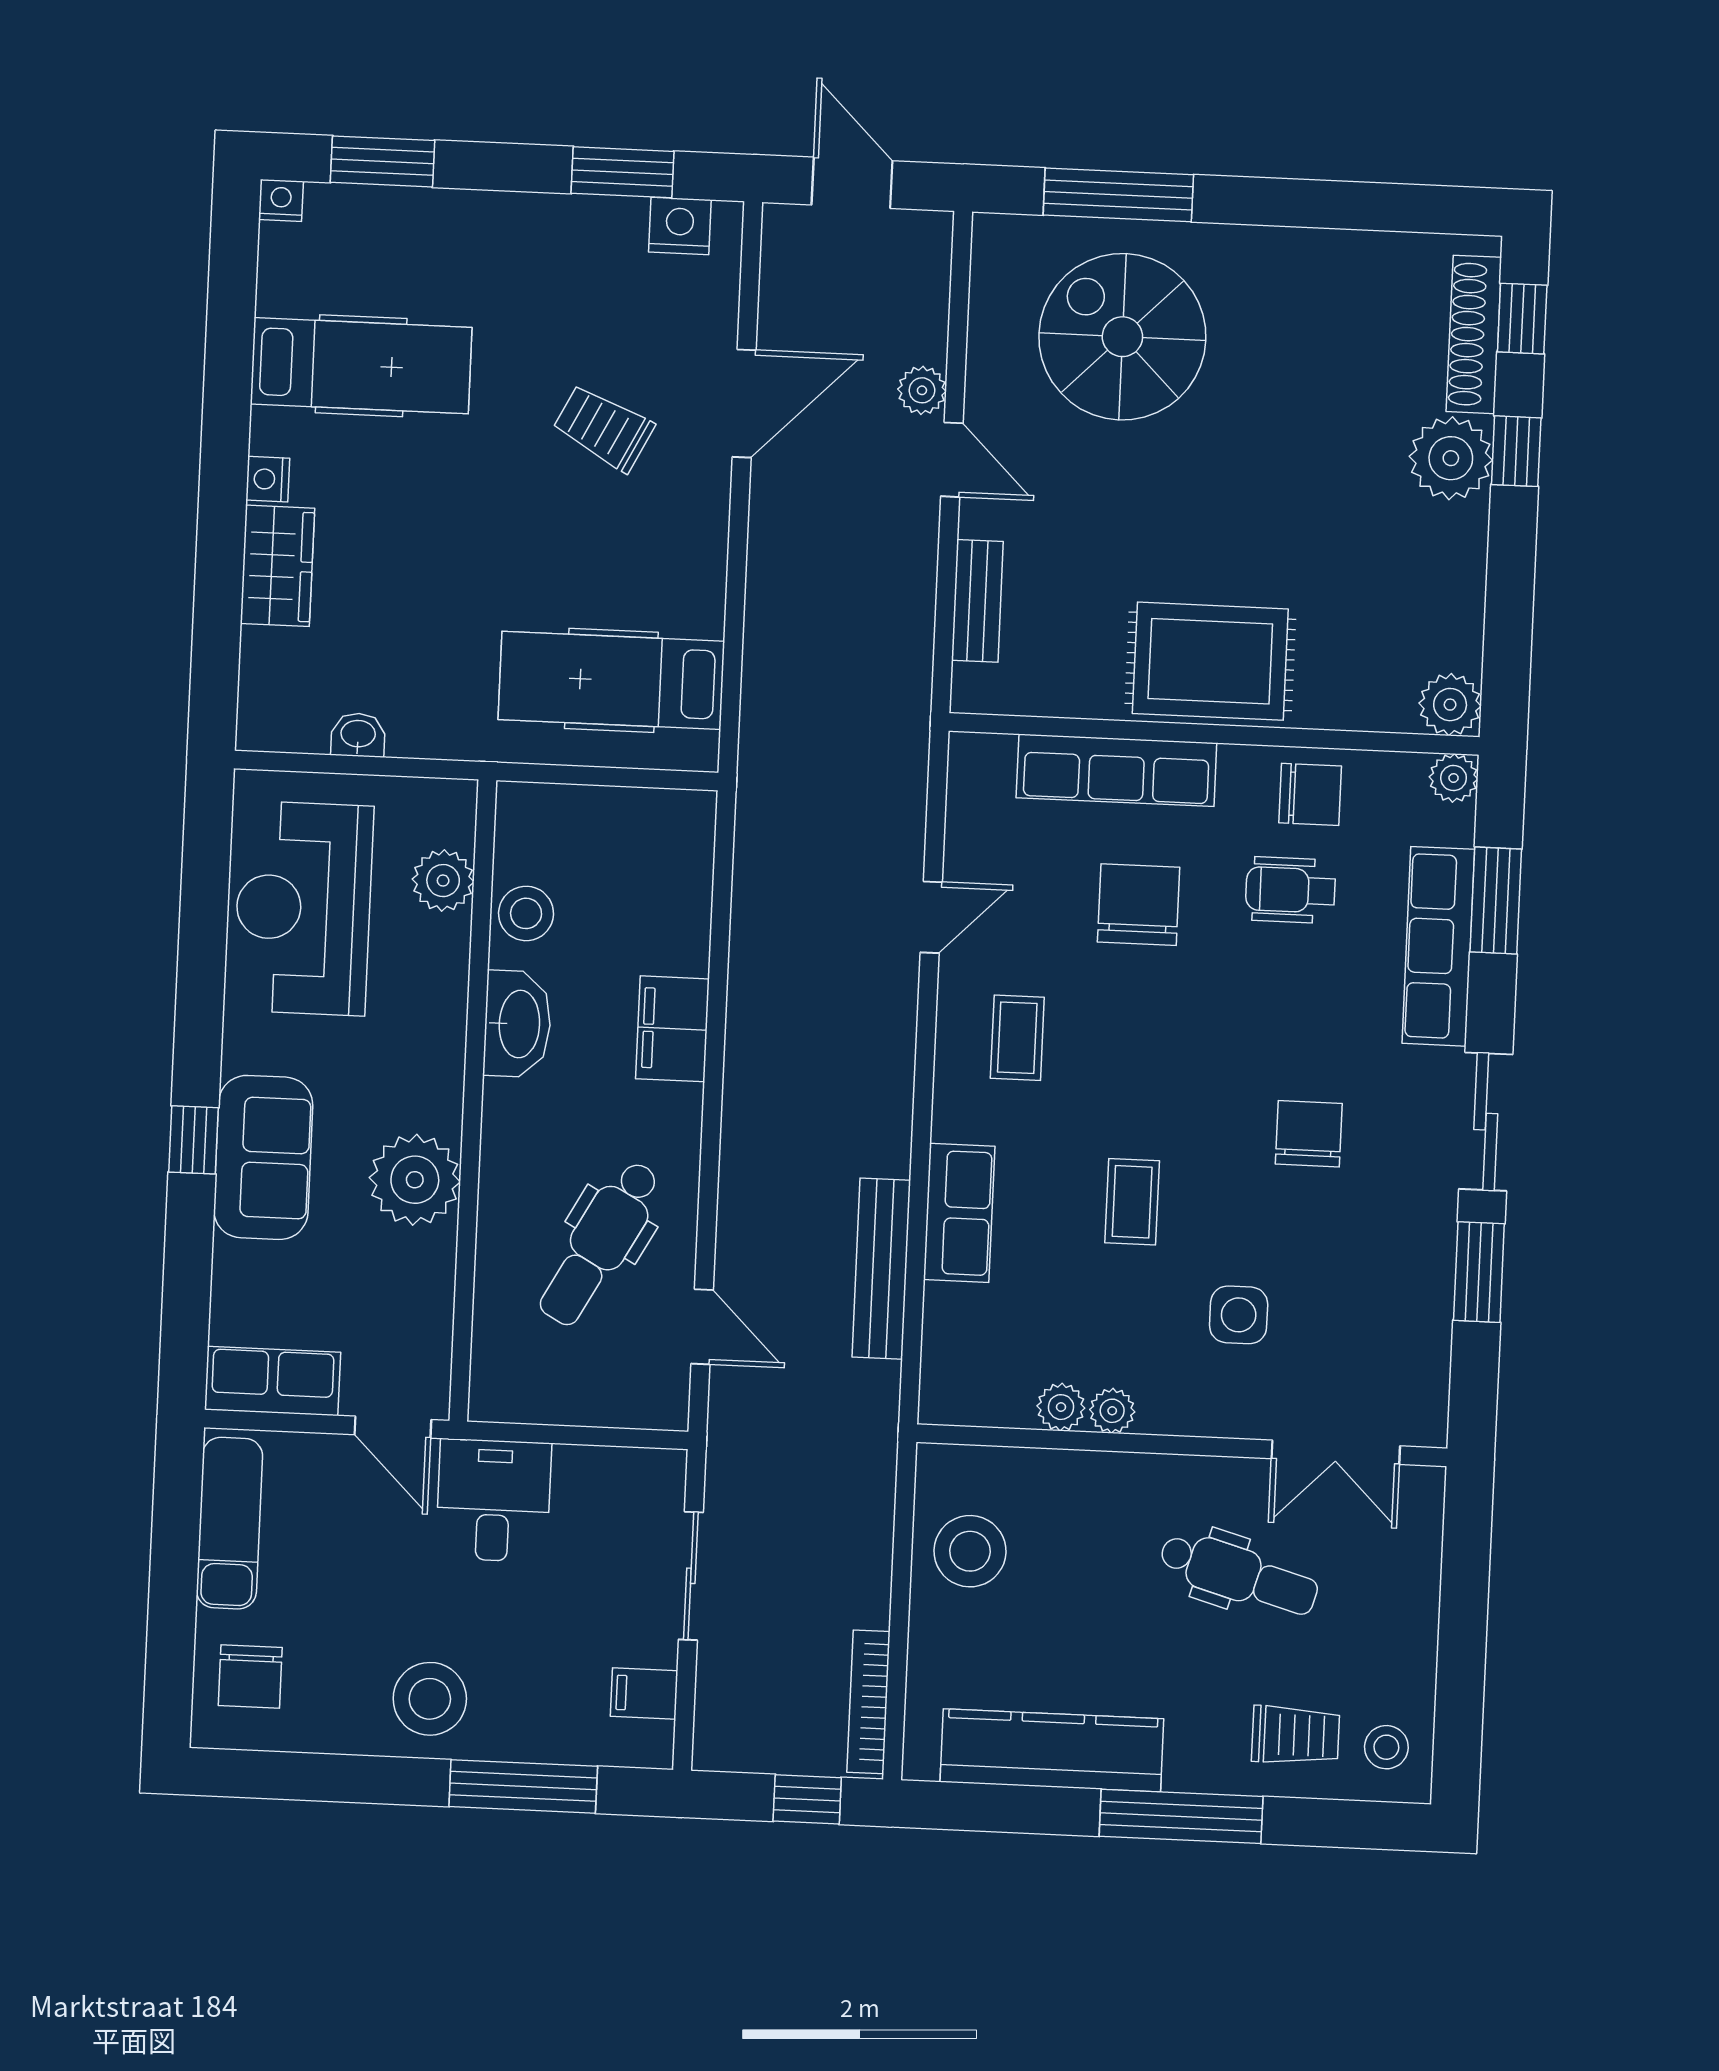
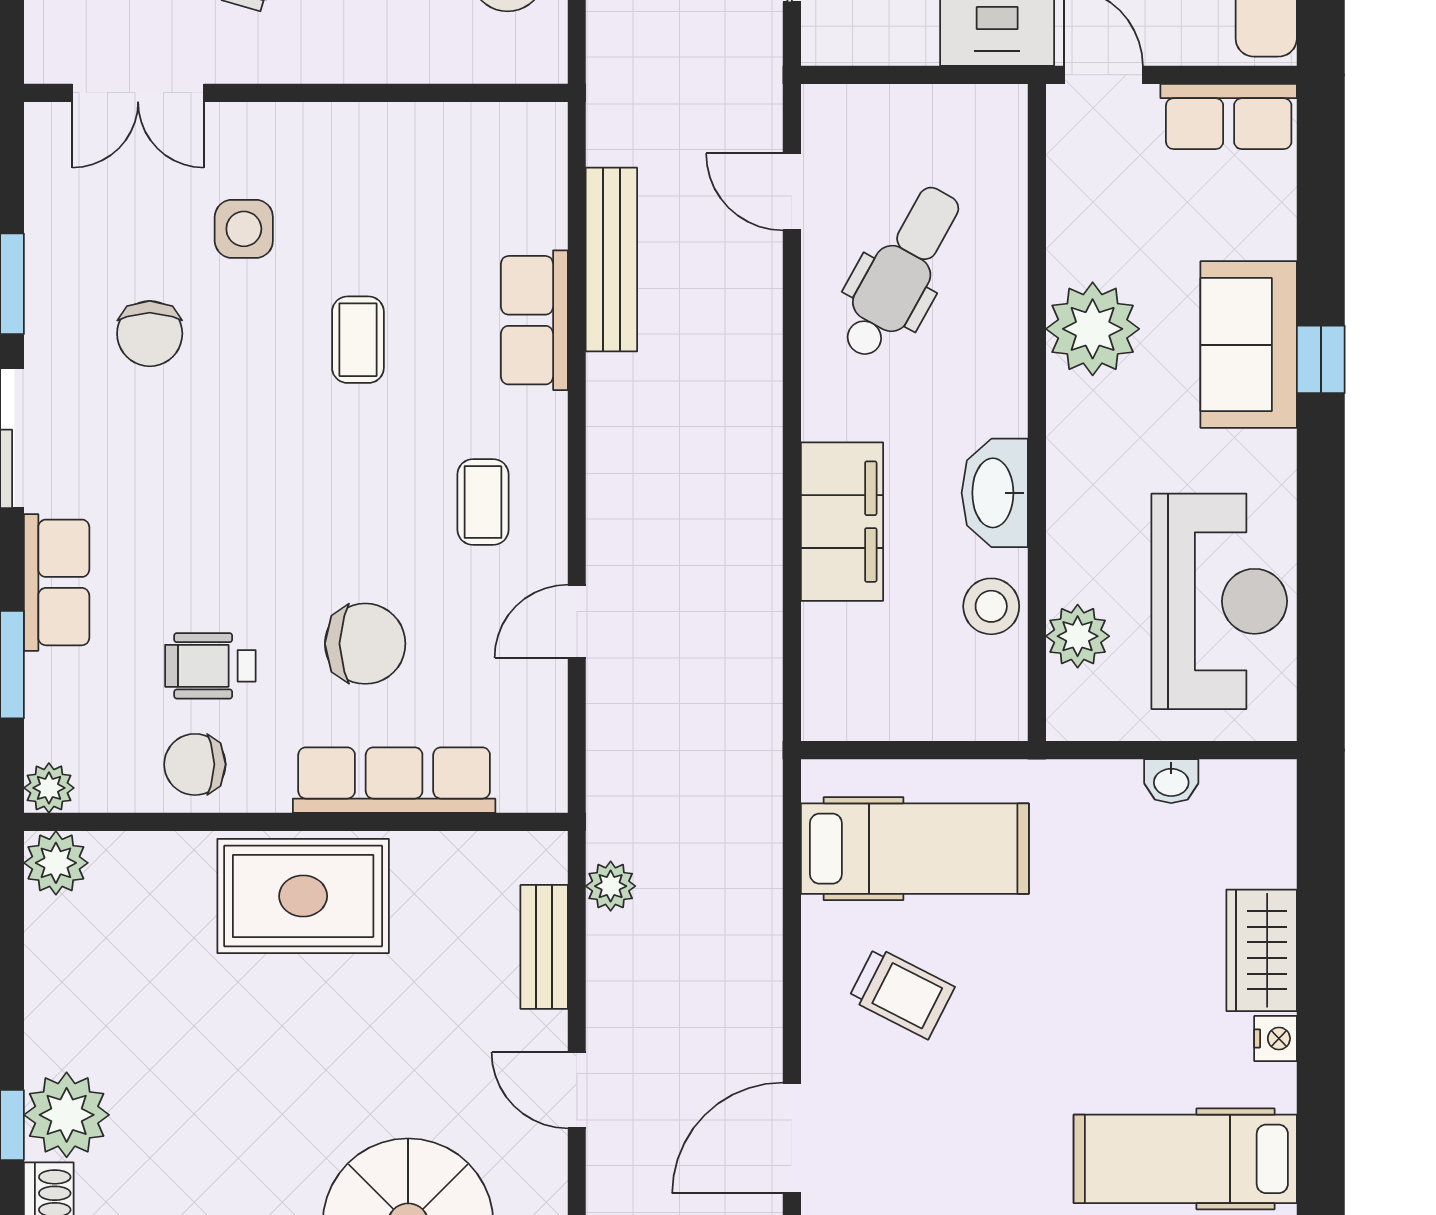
plant: (922, 390) -> (611, 886), moved
trolley: (604, 428) -> (902, 993), moved
wheelchair: (1291, 890) -> (210, 666), turned 180
chair: (1139, 905) -> (365, 644), turned -90
row of seats: (1438, 946) -> (57, 582), width x0.68
filing cabinet: (672, 1029) -> (842, 522), width x1.50, depth x1.17
chair: (1309, 1134) -> (150, 334), moved
plant: (1061, 1407) -> (421, 126), removed
plant: (1112, 1411) -> (369, 125), removed
double door: (1336, 1452) -> (138, 93), swing flipped

